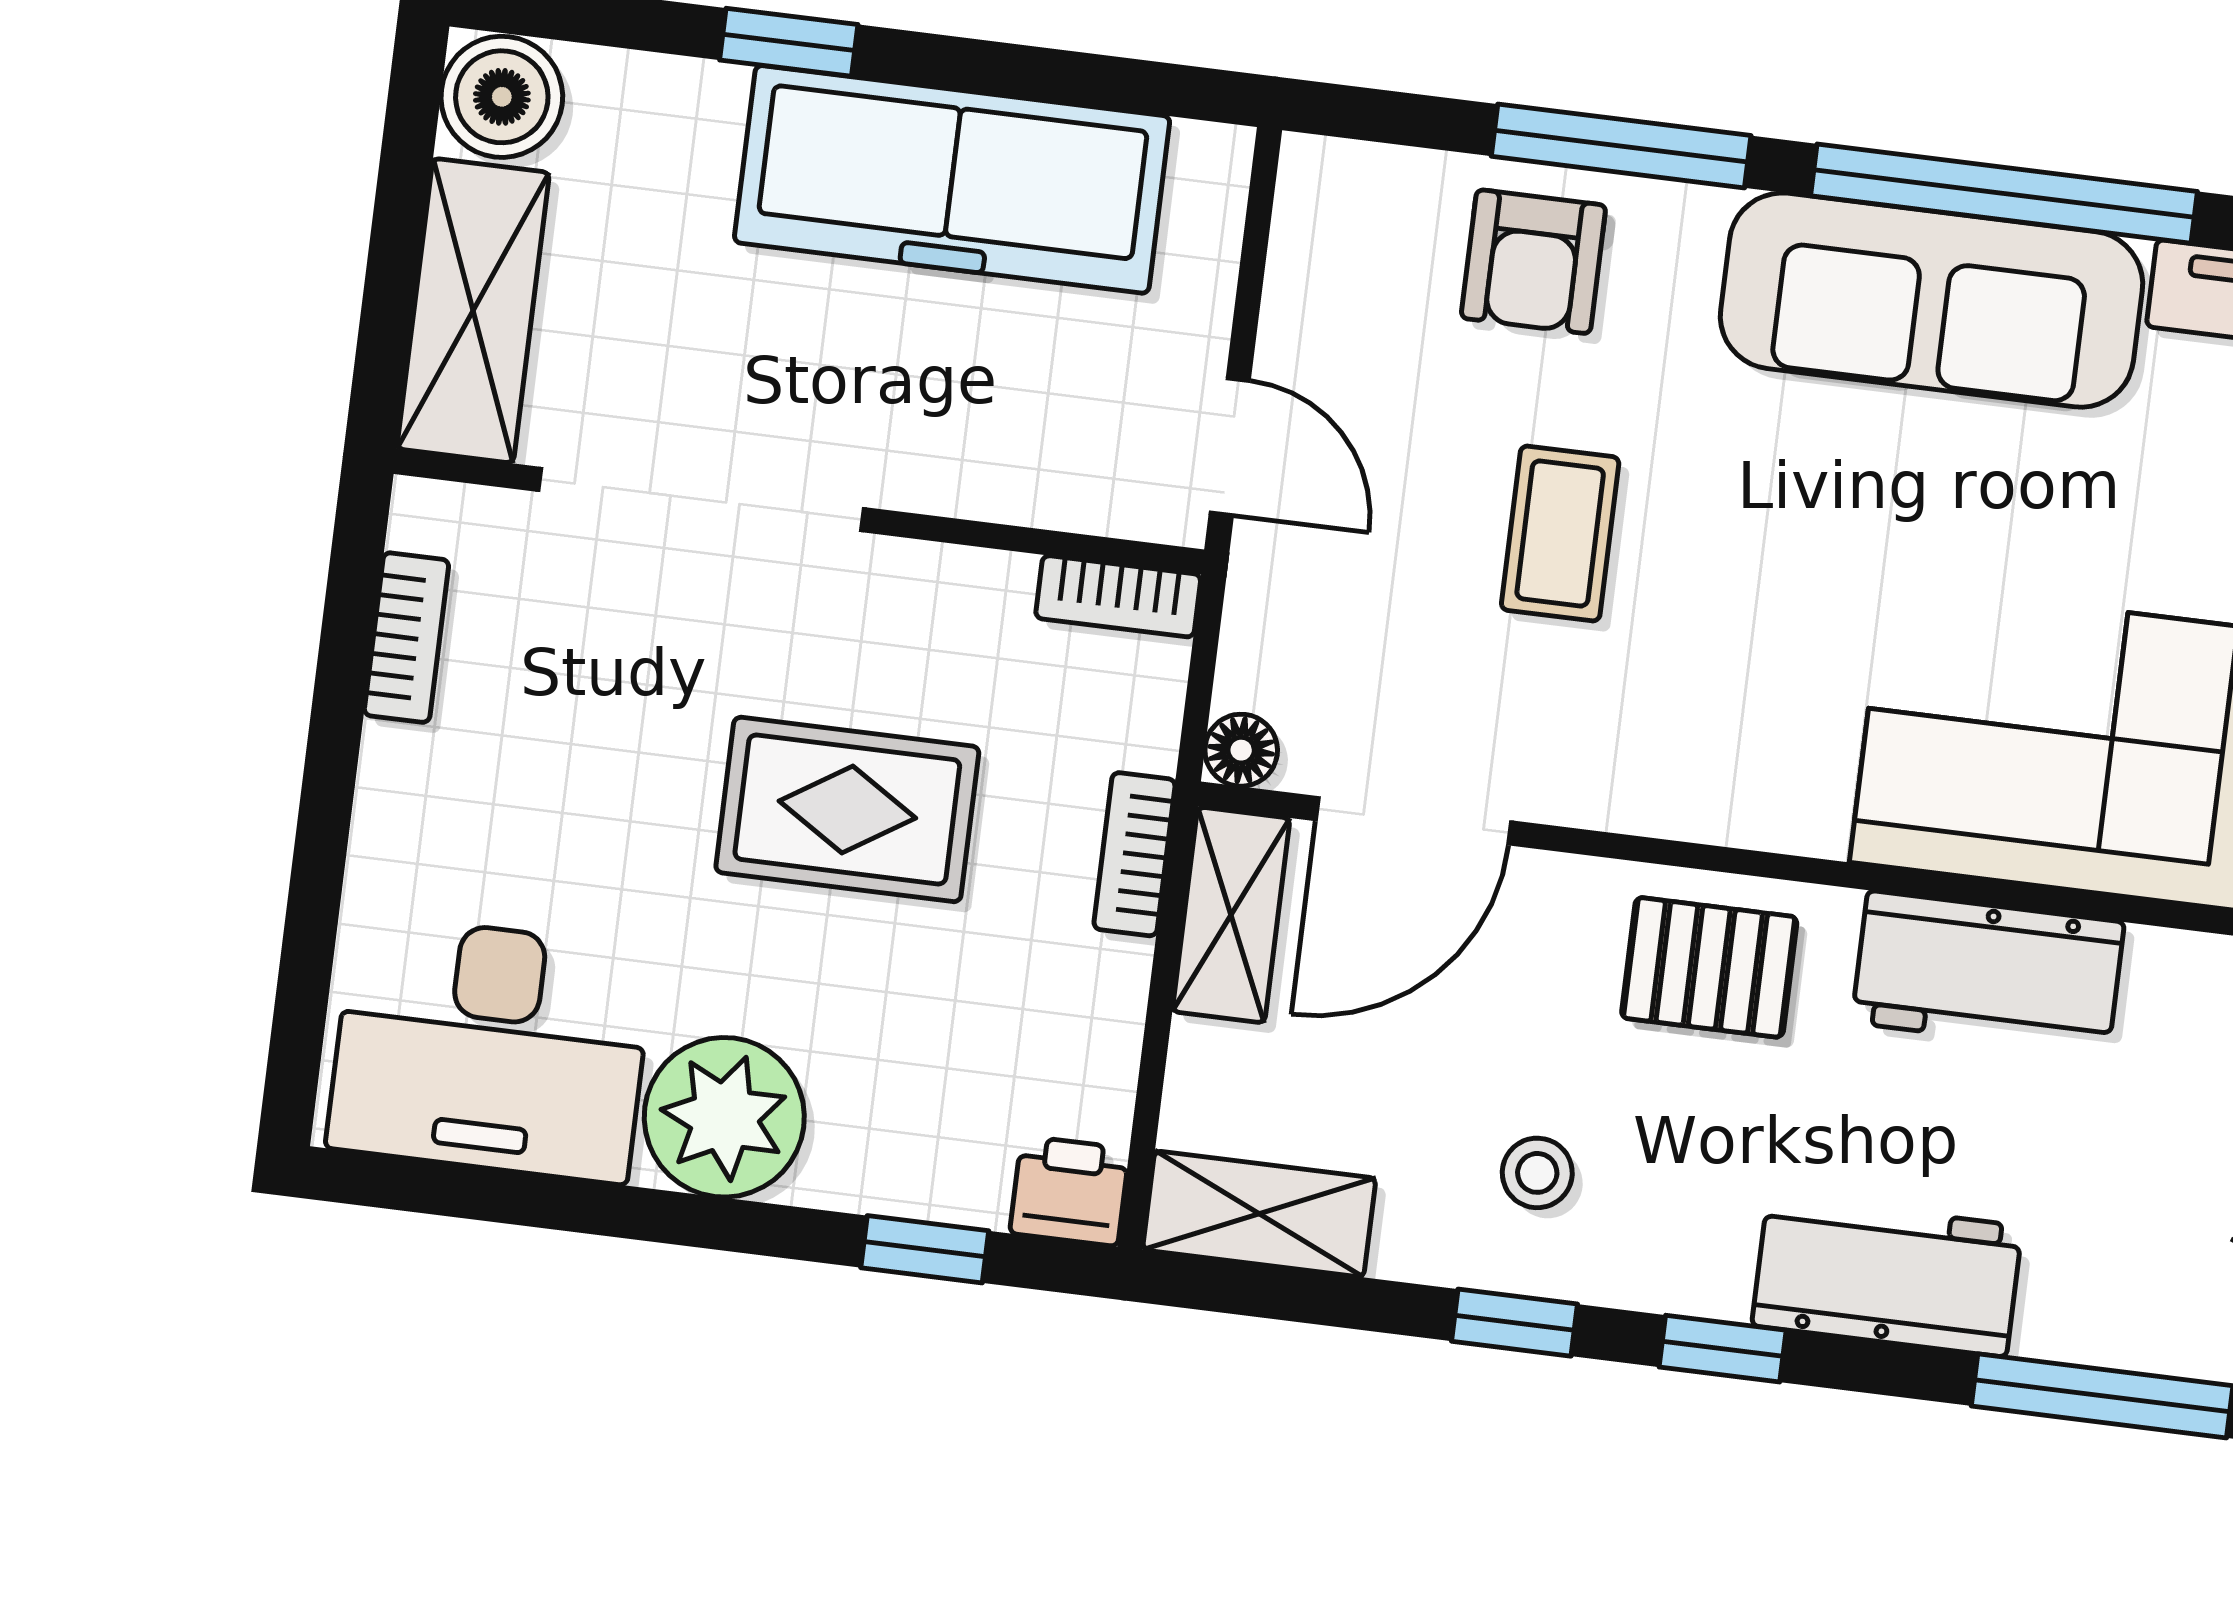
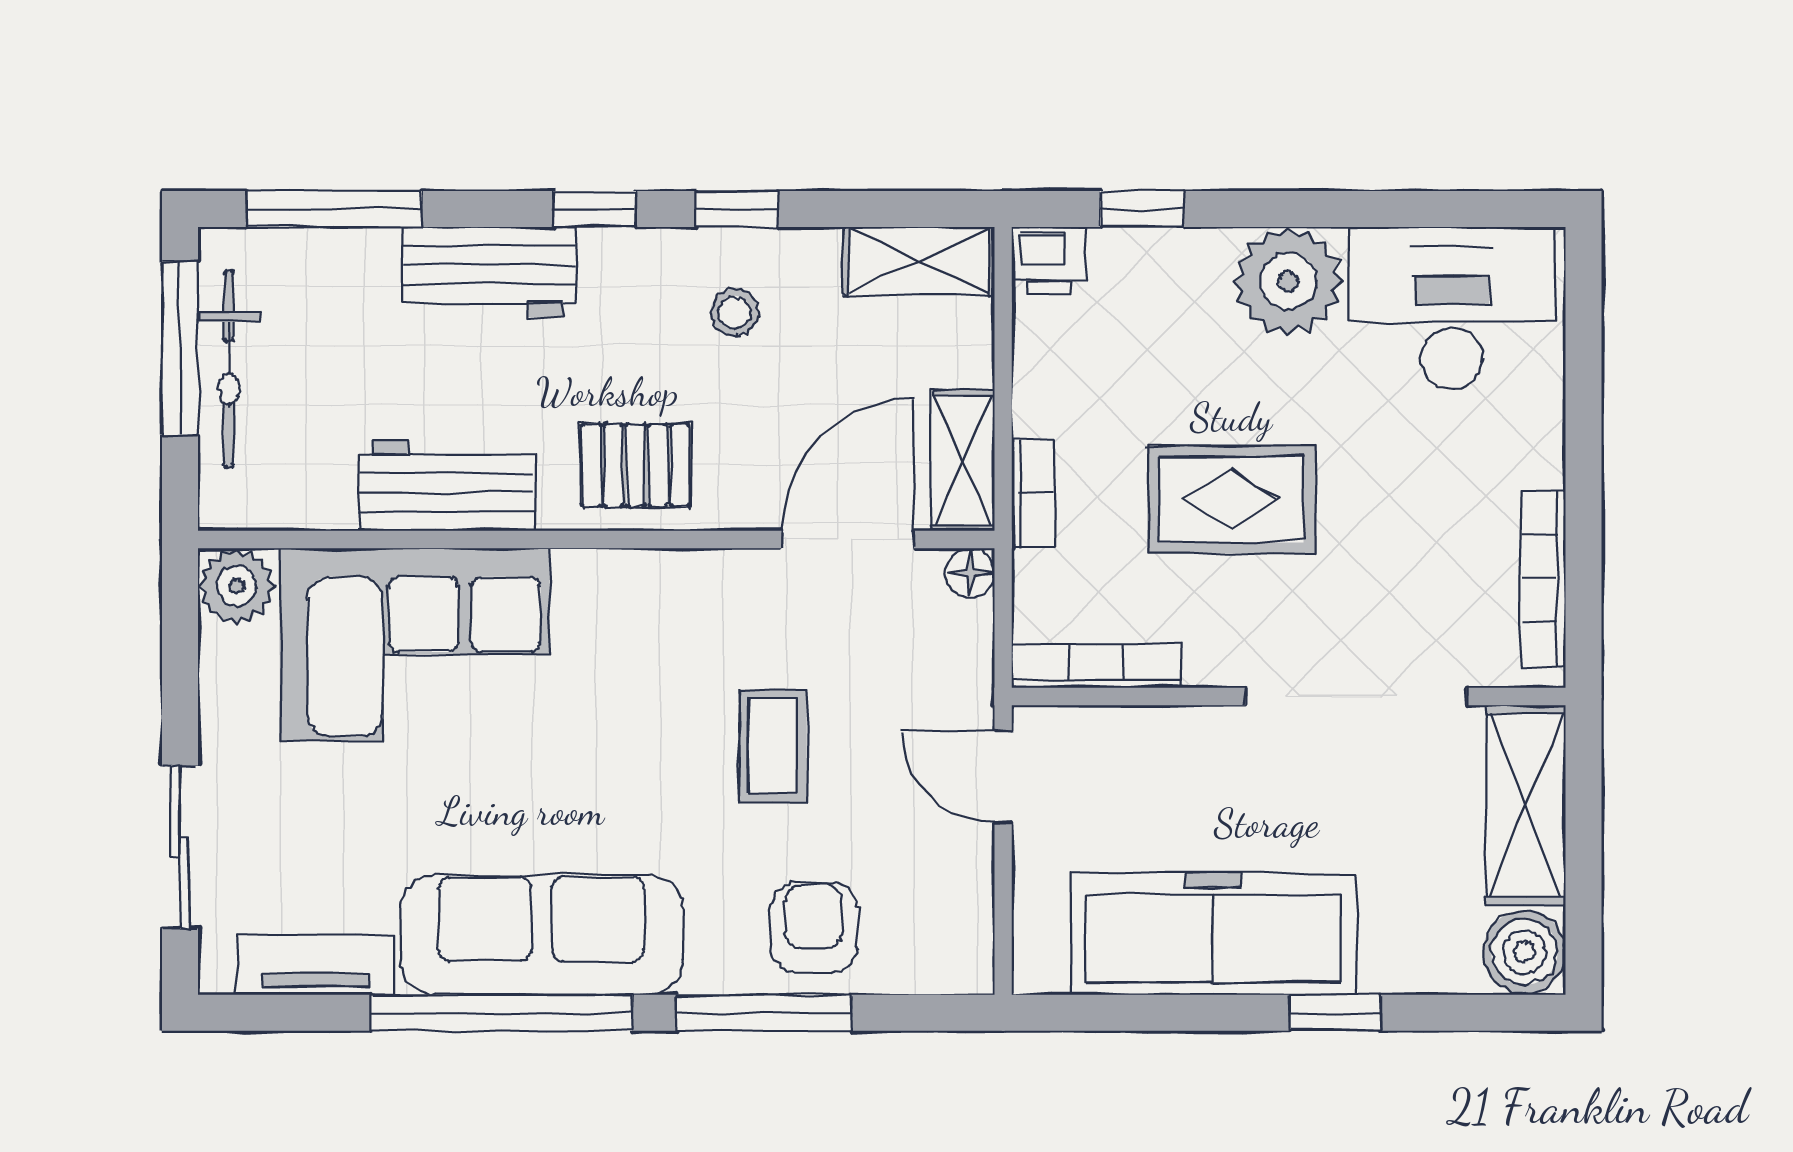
bookcase: (1118, 596) -> (1097, 666), width x1.56
bookcase: (406, 638) -> (1543, 579), width x1.56

